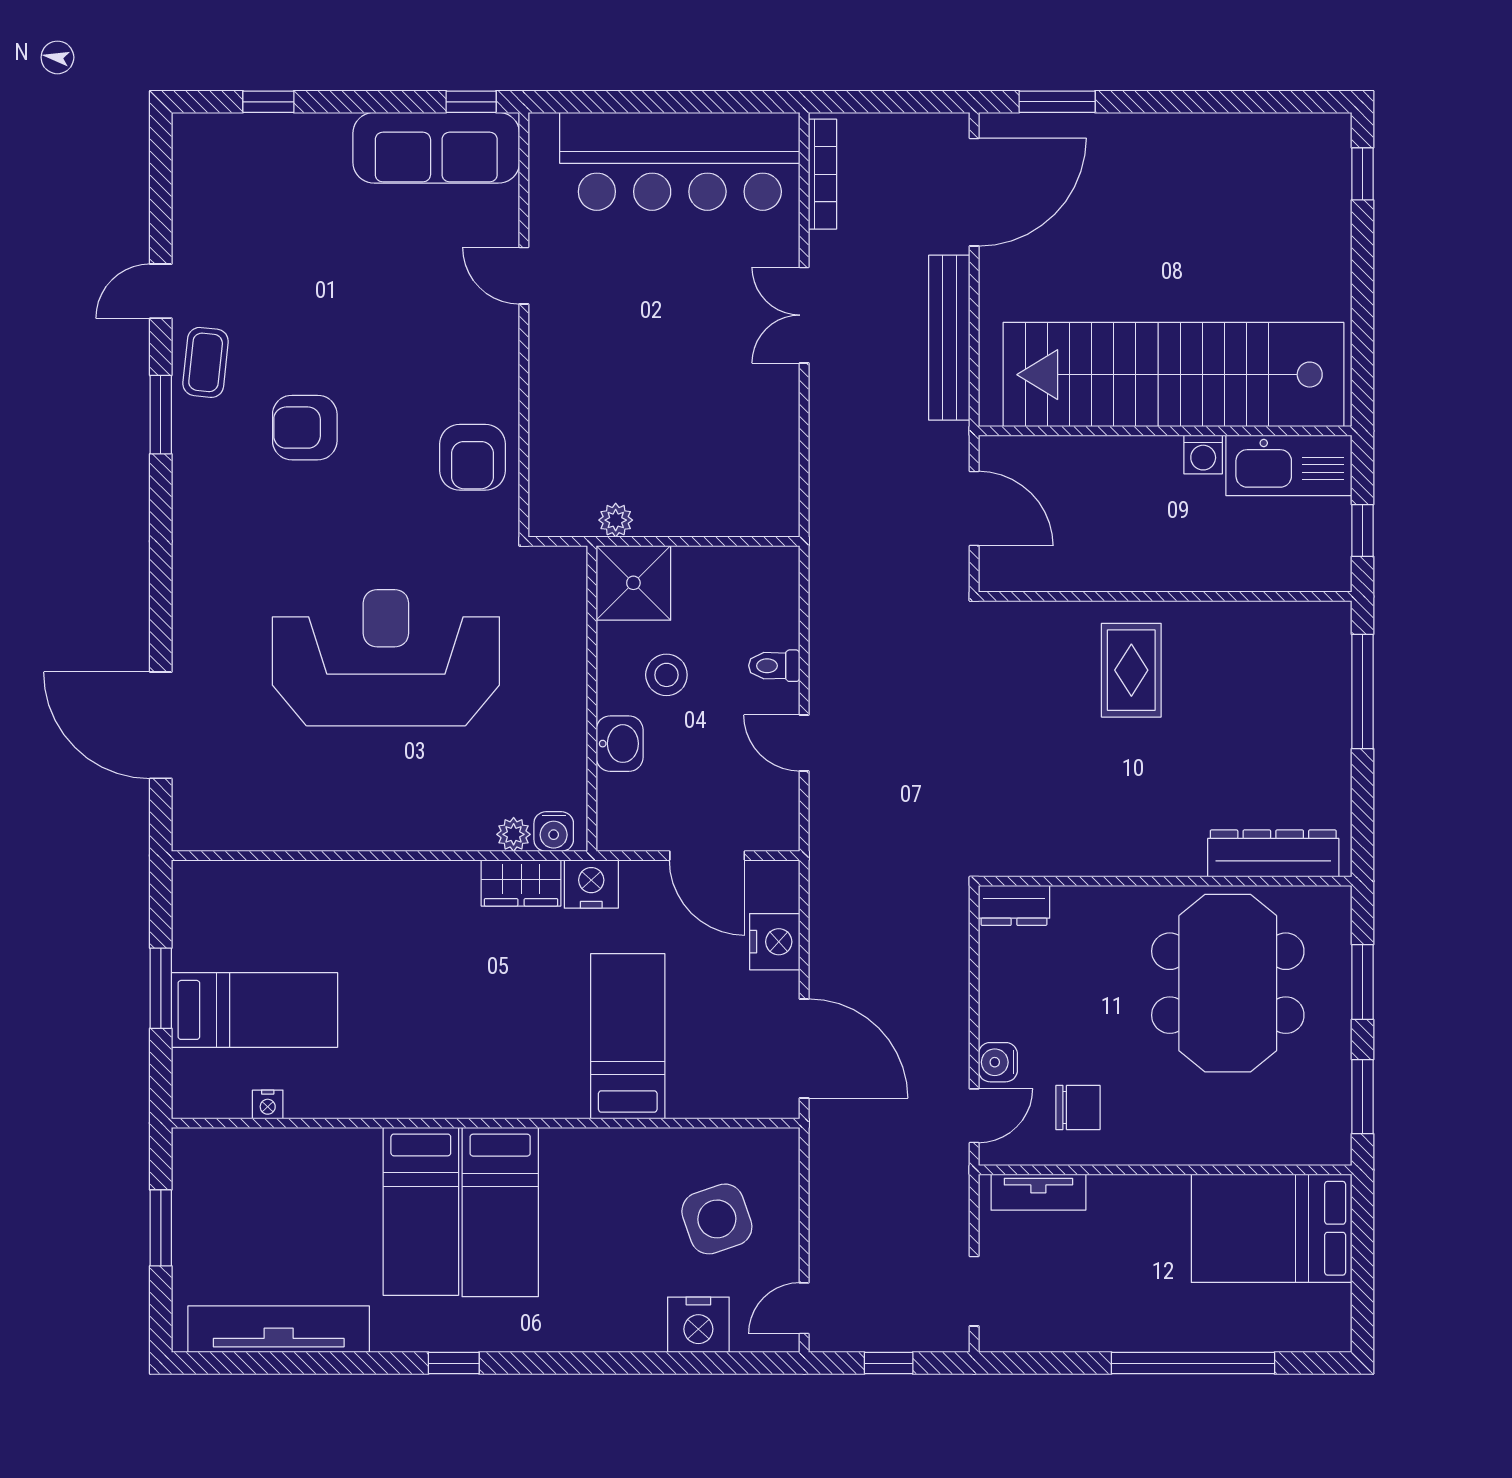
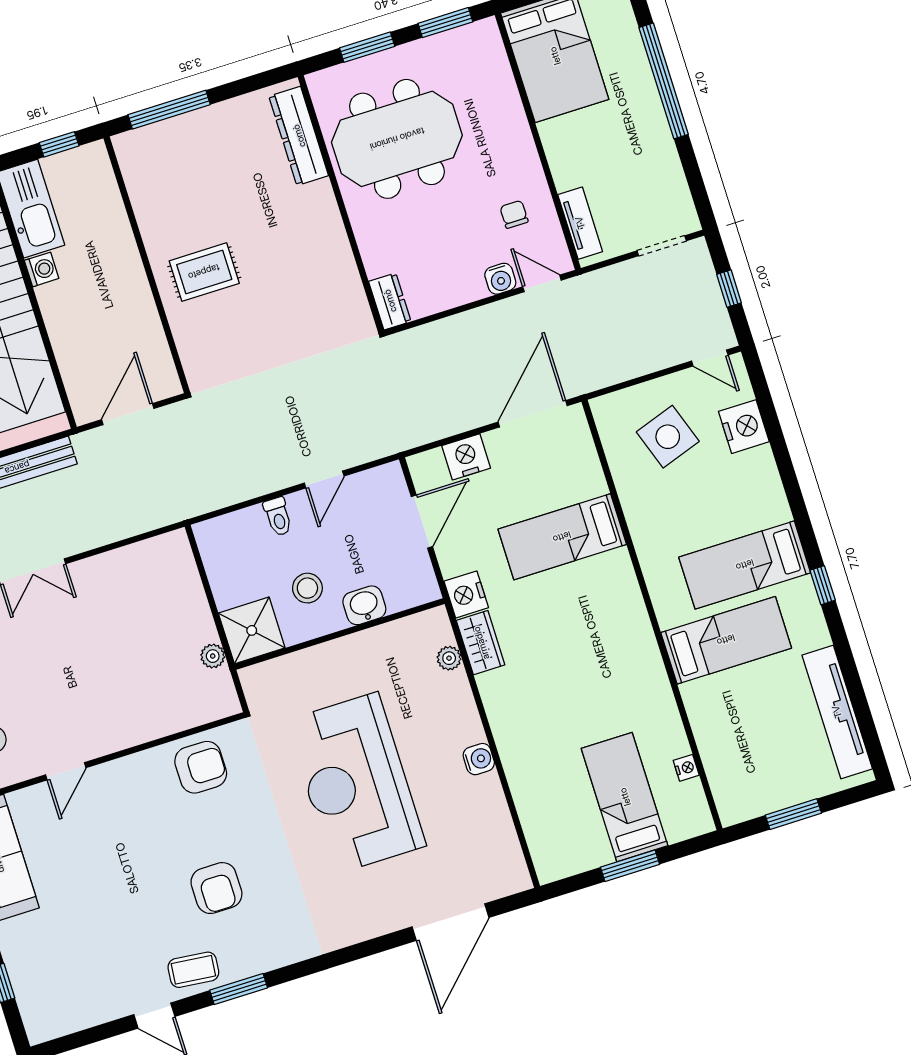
water cooler: (554, 832) -> (479, 759), moved
chair: (1078, 1107) -> (514, 214), width x0.73, depth x0.73
bed: (500, 1212) -> (745, 565), moved, turned 180

